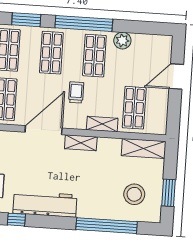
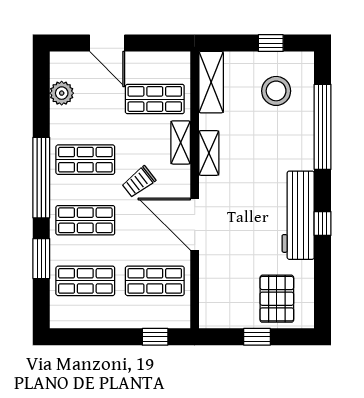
plant: (122, 41) -> (62, 93), moved
trolley: (76, 92) -> (139, 182), turned -38
shelving: (81, 143) -> (209, 153), moved
window: (169, 193) -> (271, 43), width x0.67
window: (16, 220) -> (323, 223), moved

